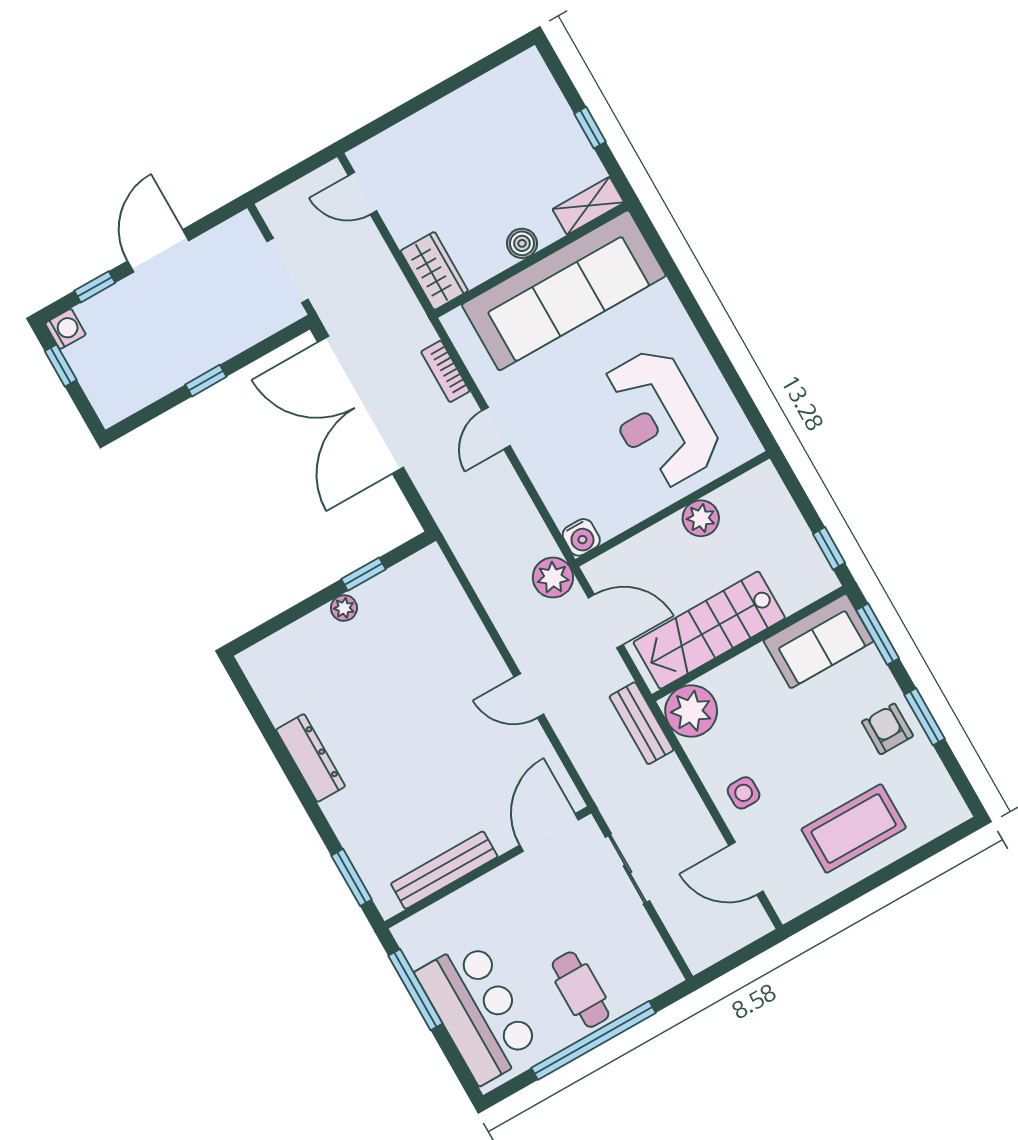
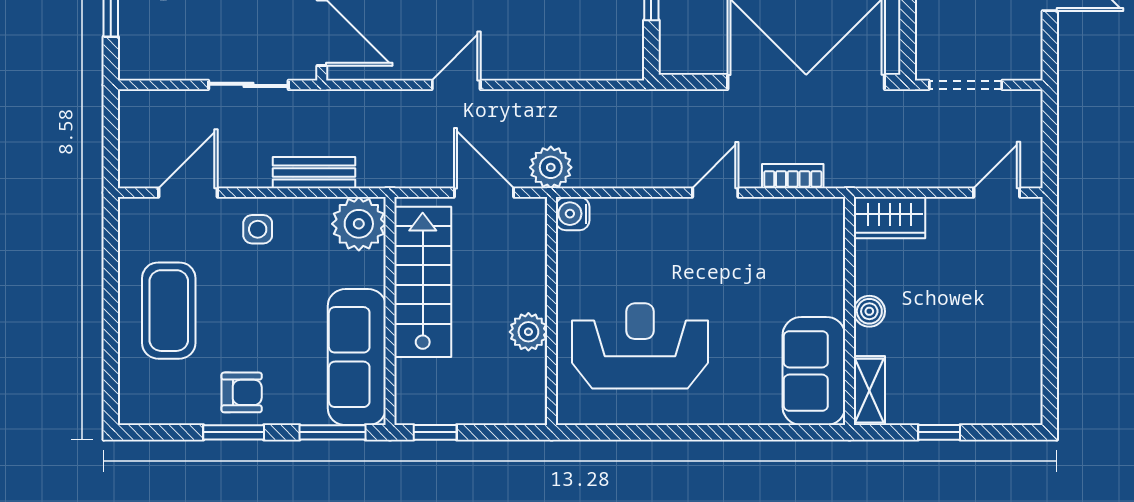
sofa: (564, 290) -> (814, 371), width x0.54, depth x0.79
door: (496, 428) -> (715, 193), hinge flipped
door: (606, 621) -> (484, 193), swing flipped
sofa: (818, 641) -> (357, 357), width x1.36
bench: (641, 723) -> (314, 173), moved

